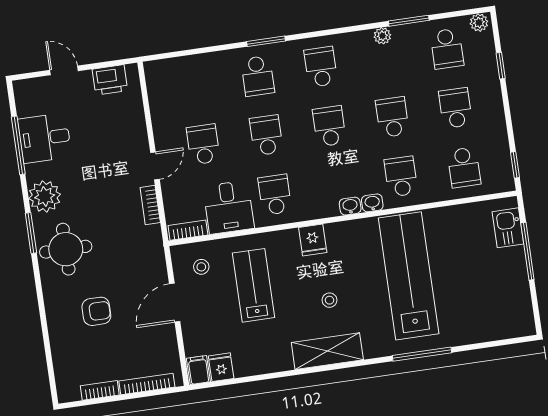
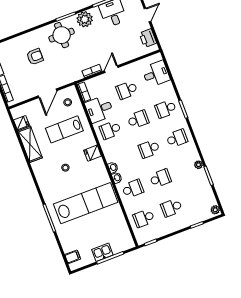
school desk: (447, 49) -> (199, 197), removed
desk: (184, 80) -> (156, 74), added
school desk: (455, 108) -> (172, 208), turned 180
school desk: (329, 126) -> (149, 149), turned 180
school desk: (203, 144) -> (127, 90), turned 180
door: (155, 166) -> (111, 69), swing flipped
school desk: (275, 195) -> (110, 130), turned 180
kitchen sink: (508, 228) -> (102, 252), moved
lab bench: (253, 285) -> (64, 129), turned 180
door: (175, 303) -> (48, 93), swing flipped
armchair: (96, 311) -> (35, 57), turned -90
shelving: (327, 351) -> (30, 144), moved
filing cabinet: (198, 370) -> (73, 257), moved

